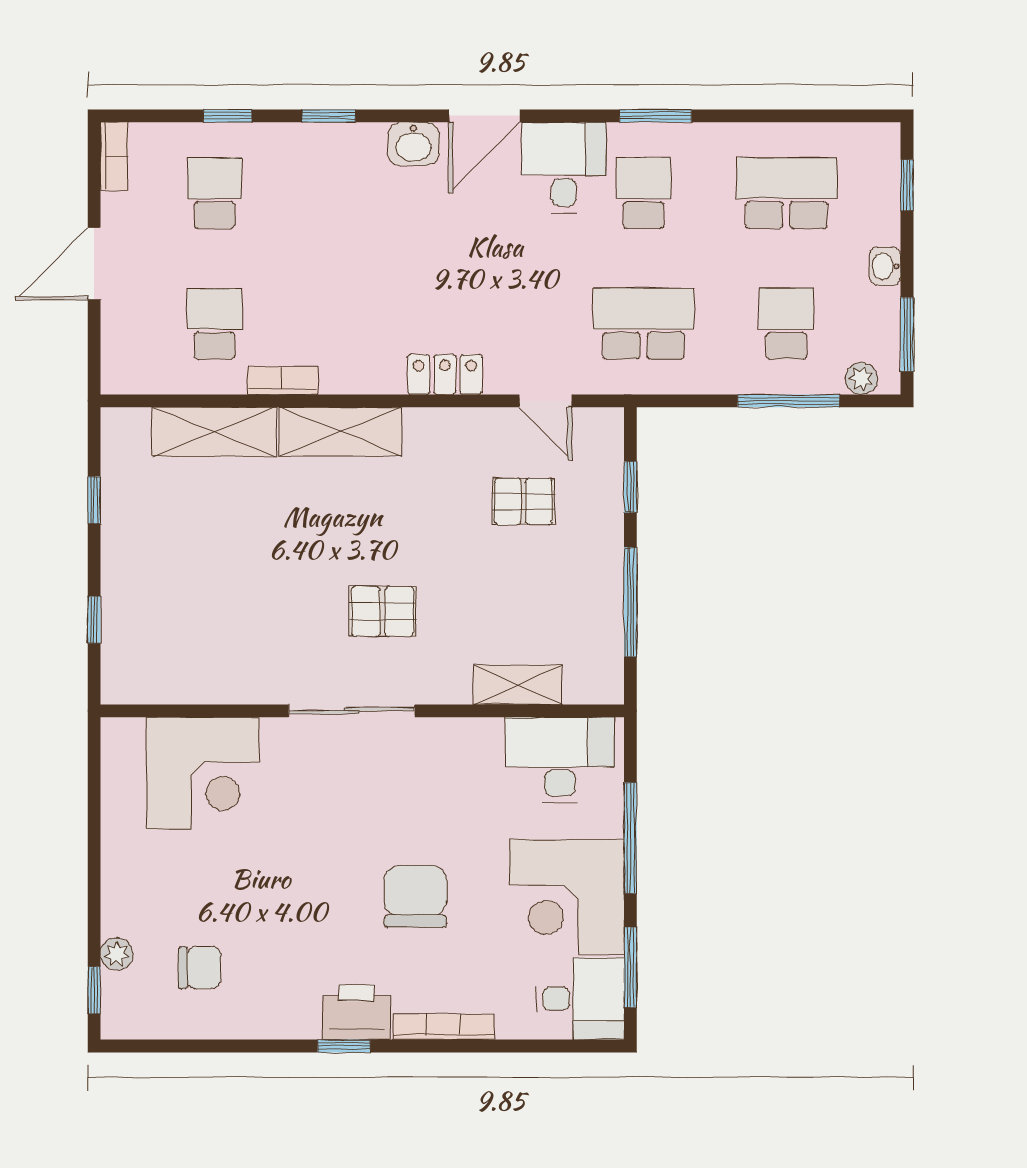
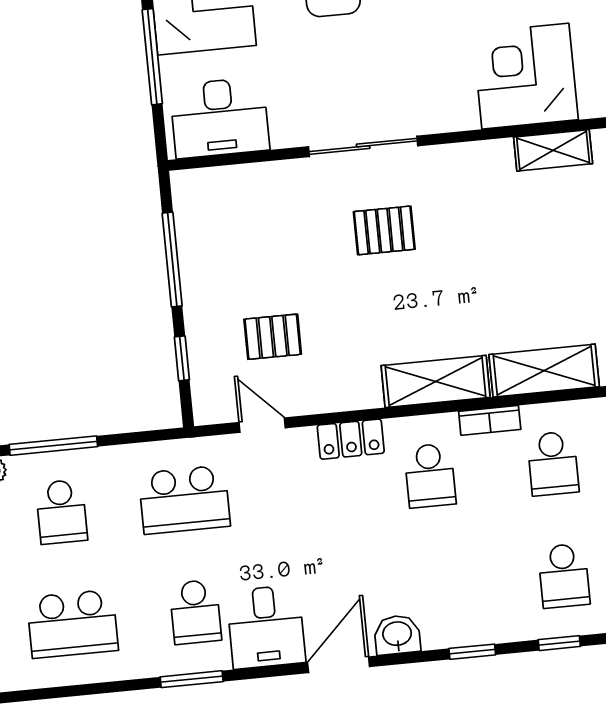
school desk: (358, 324) -> (430, 476), added
shelving: (518, 685) -> (553, 150), moved
sliding door: (352, 711) -> (363, 146), moved

